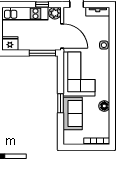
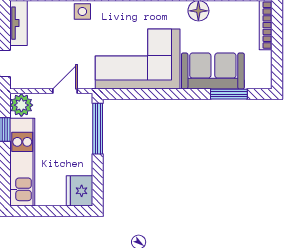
door: (62, 36) -> (65, 91), width x0.53
window: (61, 103) -> (229, 94), moved

